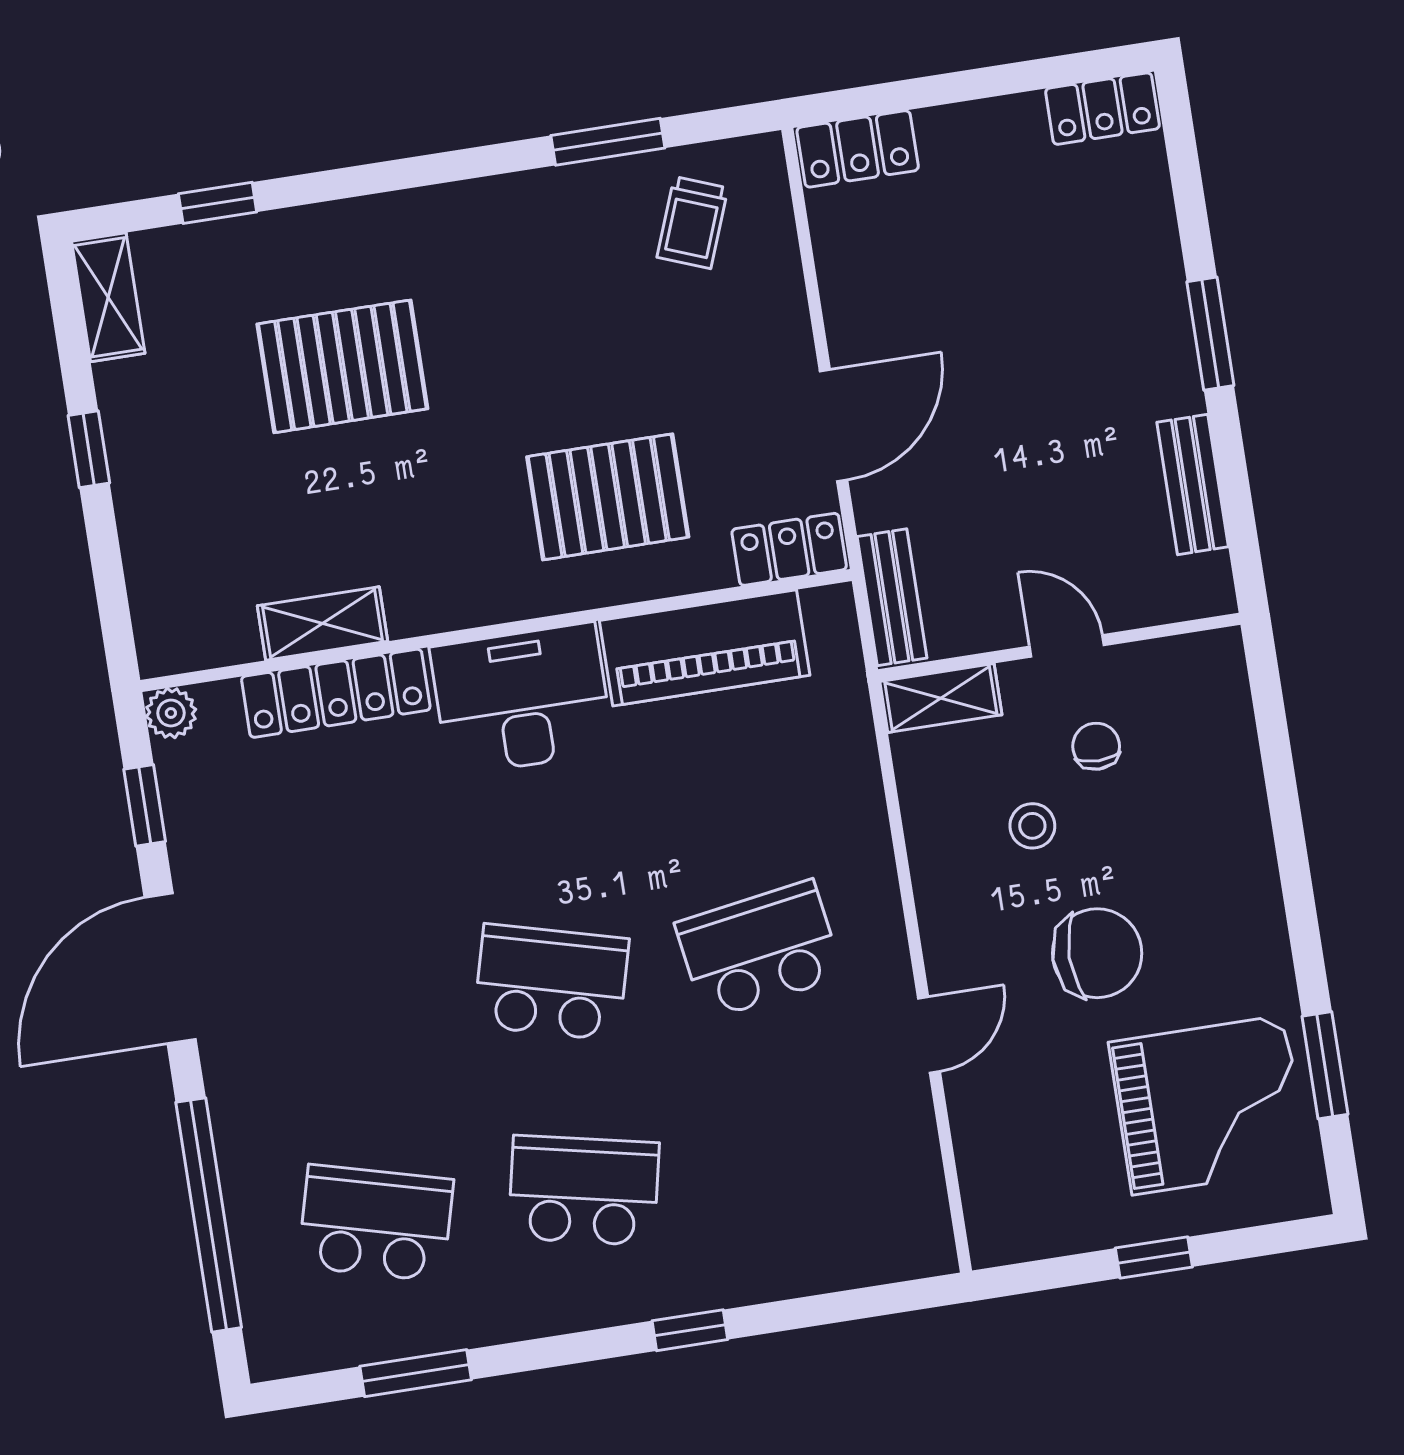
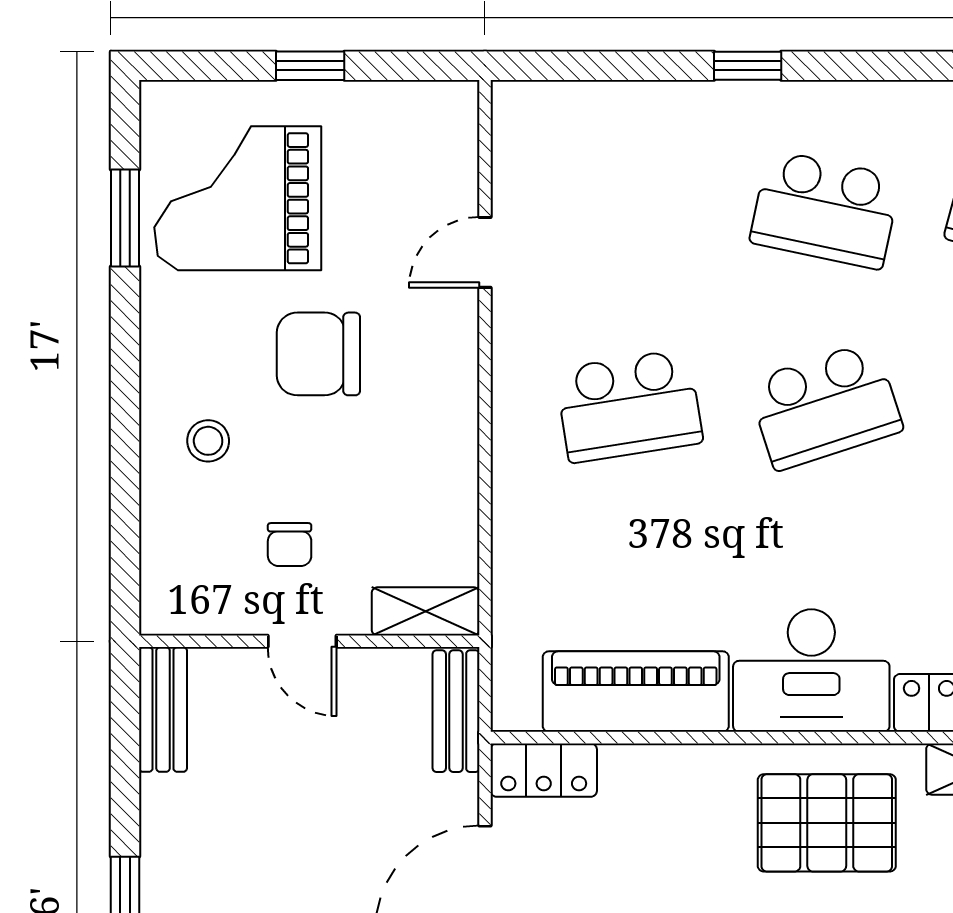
bench: (1193, 485) -> (163, 709), moved
pallet: (608, 497) -> (827, 823), moved
stool: (1032, 826) -> (208, 441), moved
school desk: (551, 982) -> (825, 406), turned -33
door: (929, 1035) -> (485, 252), moved

